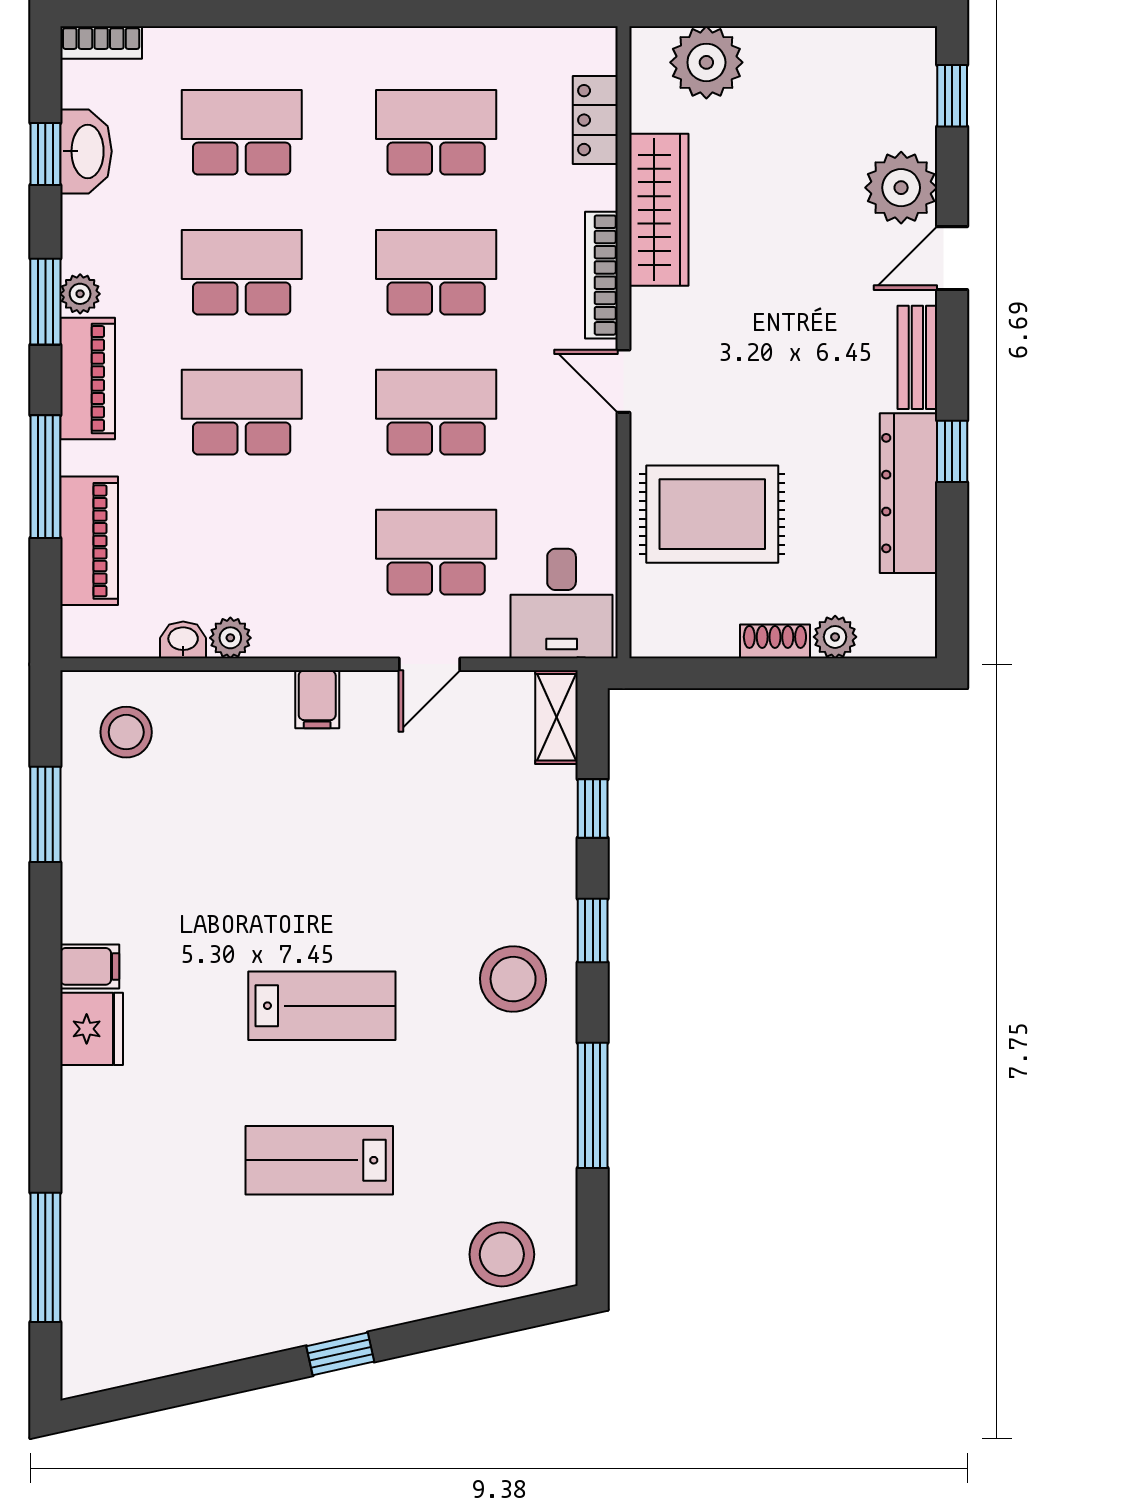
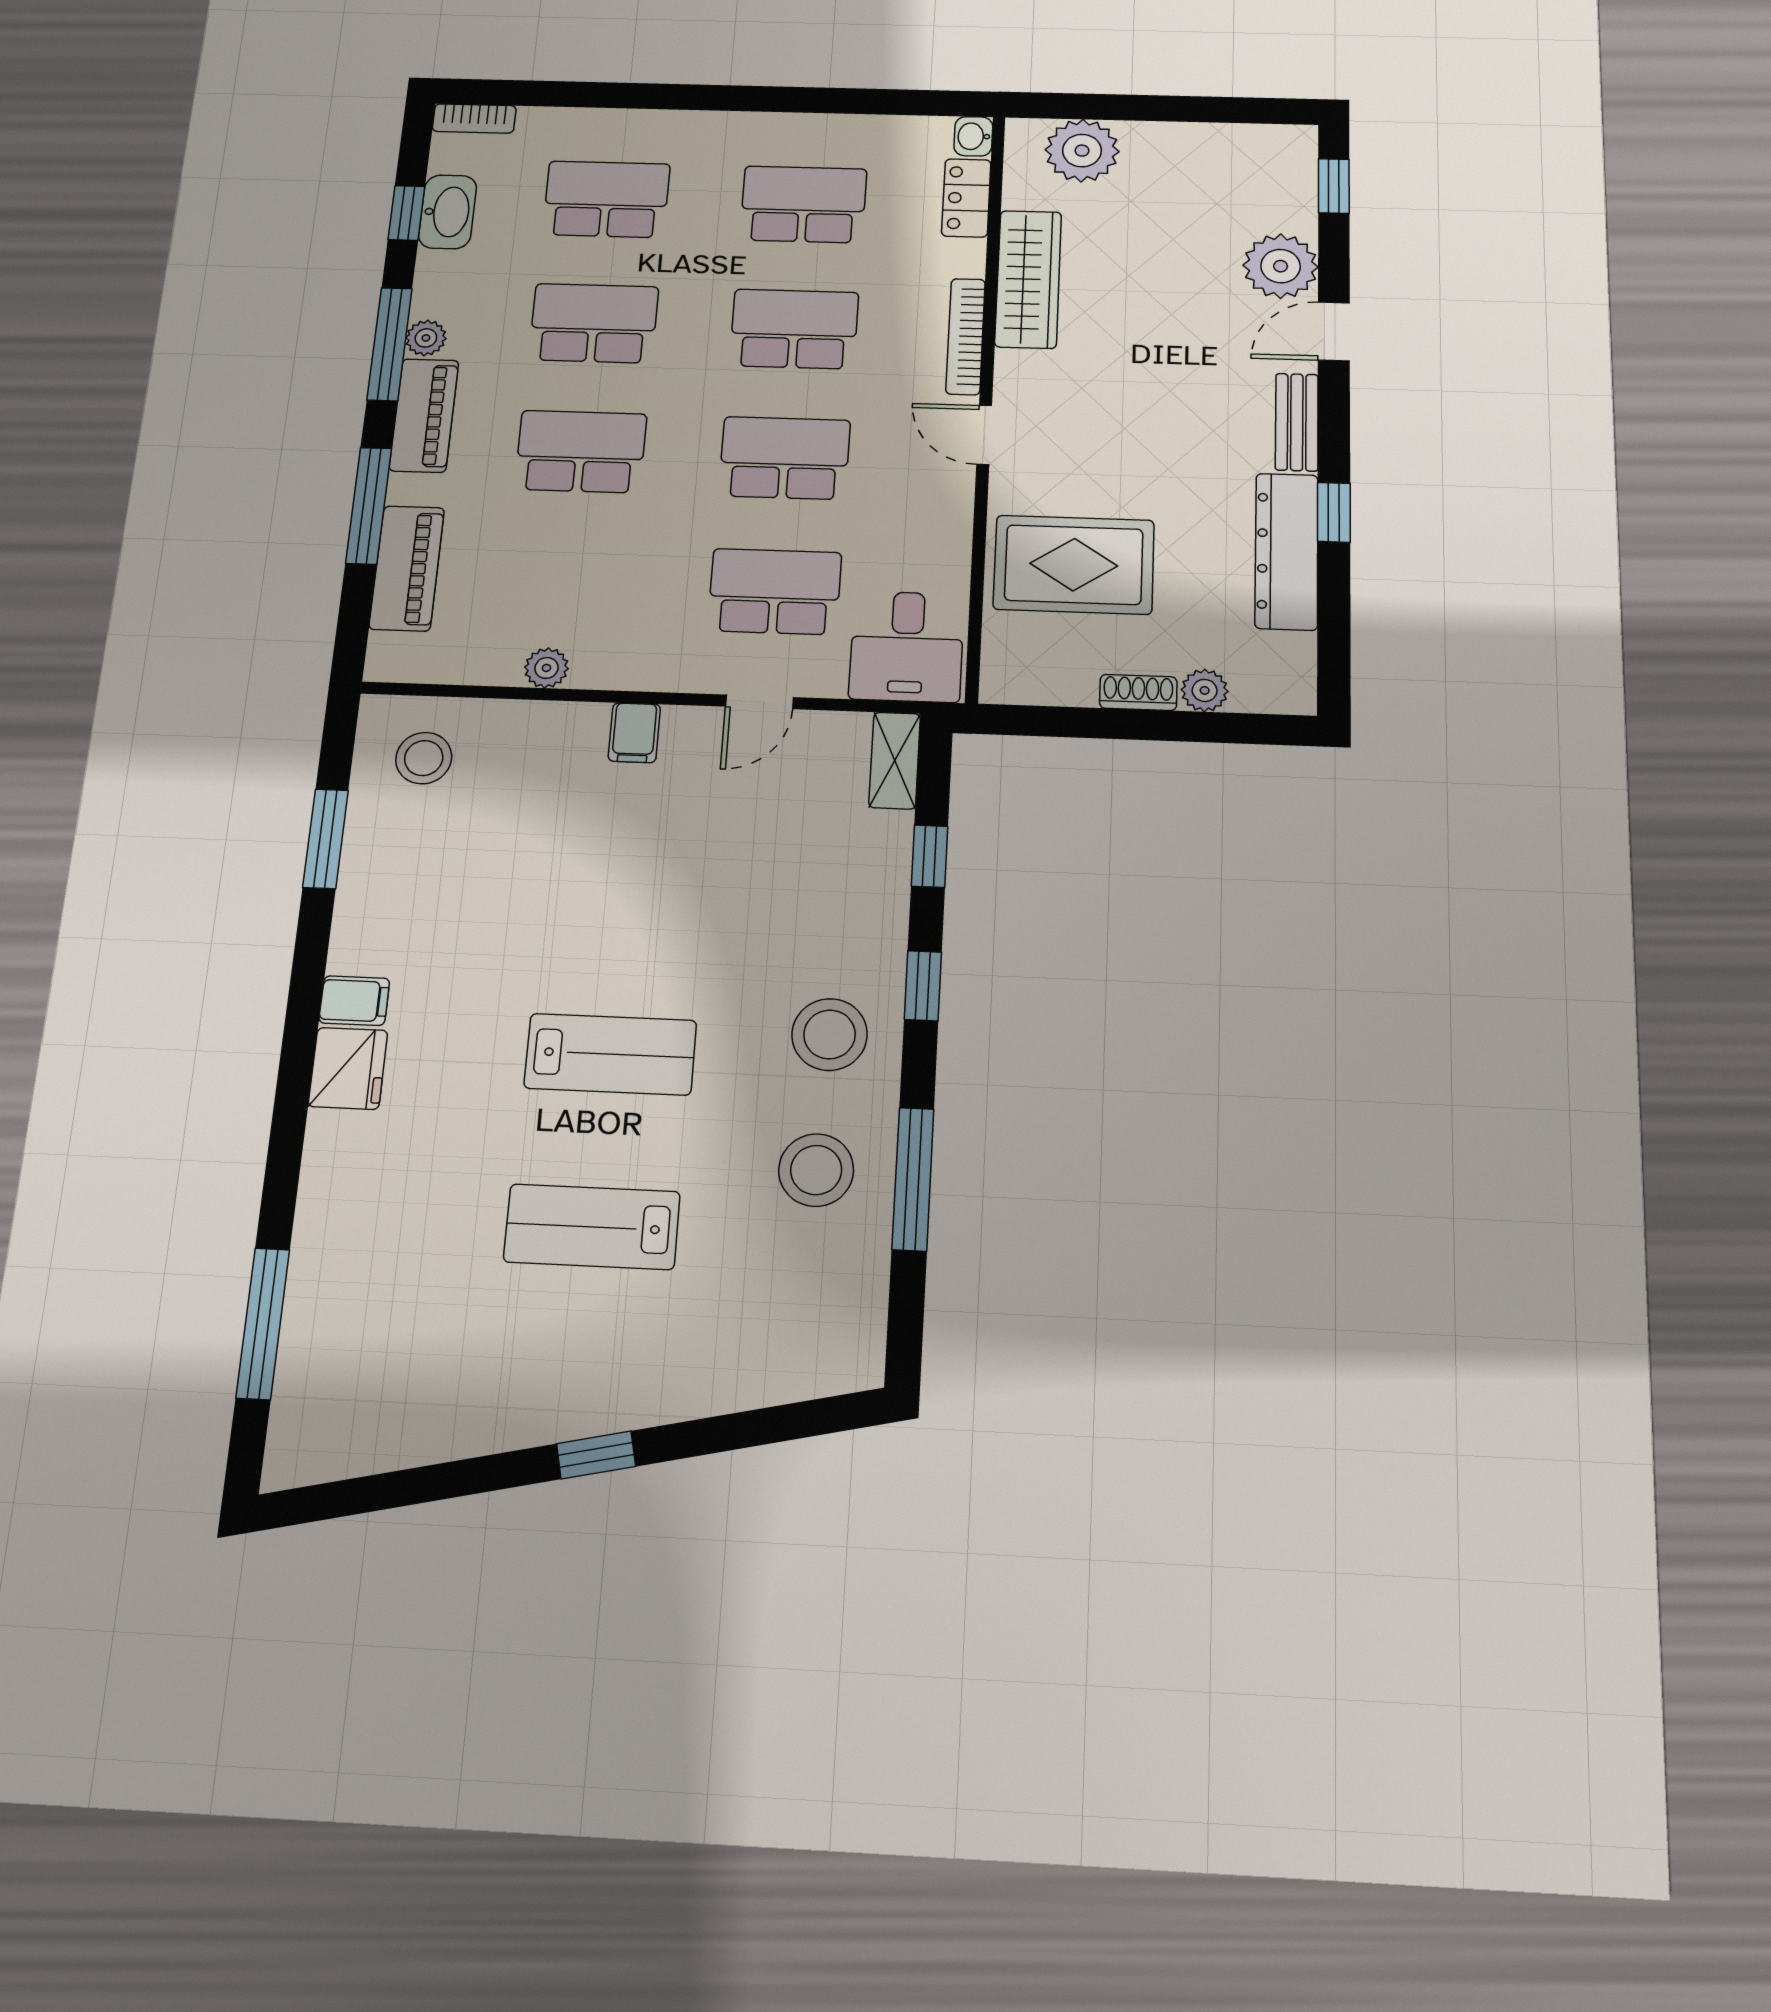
window: (45, 302) -> (389, 344), width x1.44
washbasin: (183, 640) -> (973, 136), moved, turned -90
stool: (502, 1254) -> (816, 1170), moved

